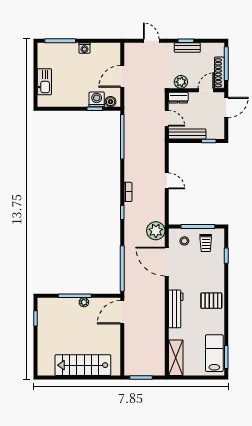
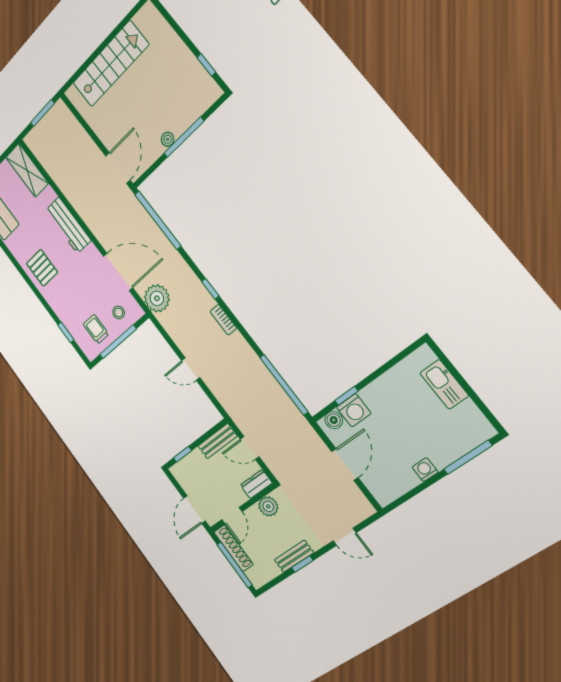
bench: (187, 134) -> (218, 441), width x0.73
pallet: (211, 301) -> (42, 268), turned 90

